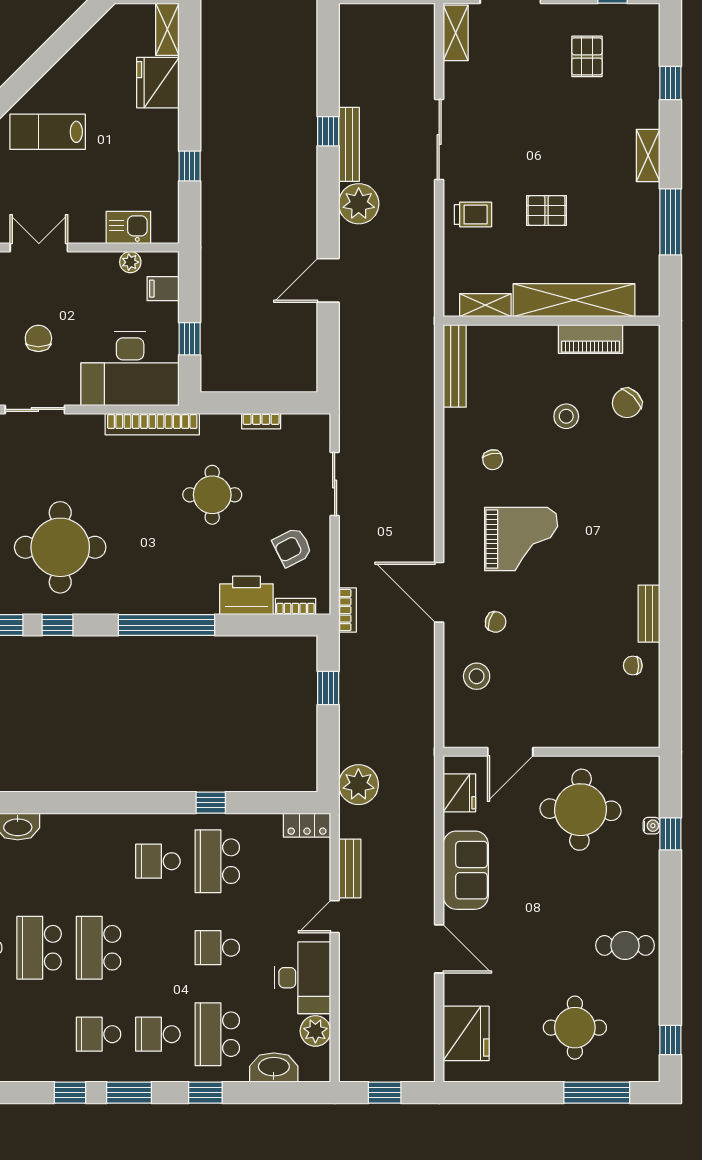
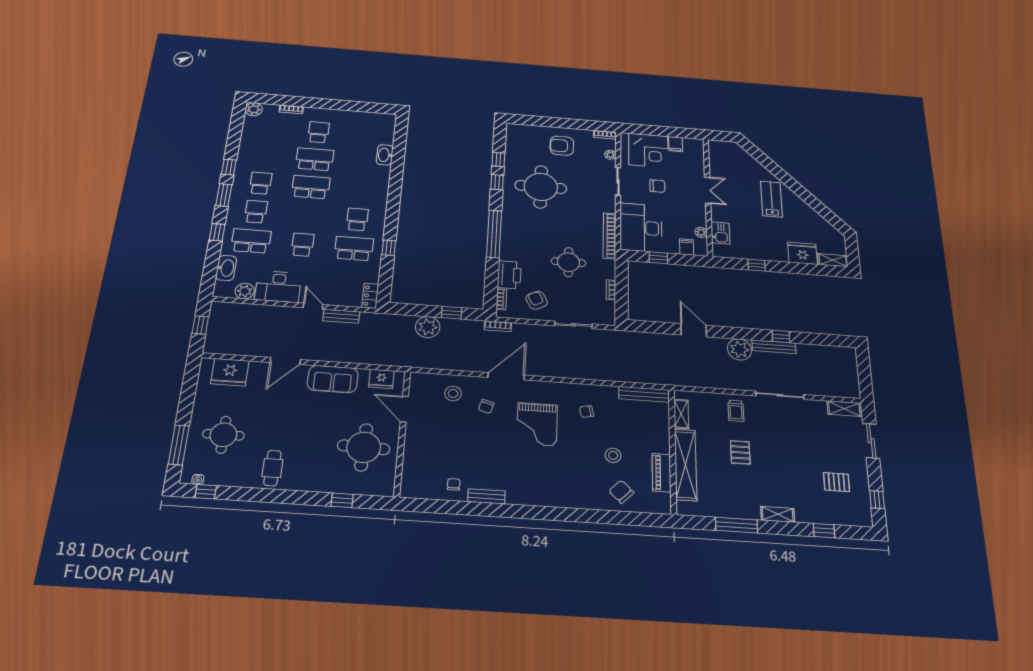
plant: (358, 785) -> (428, 327), moved
water cooler: (652, 826) -> (198, 480), moved

